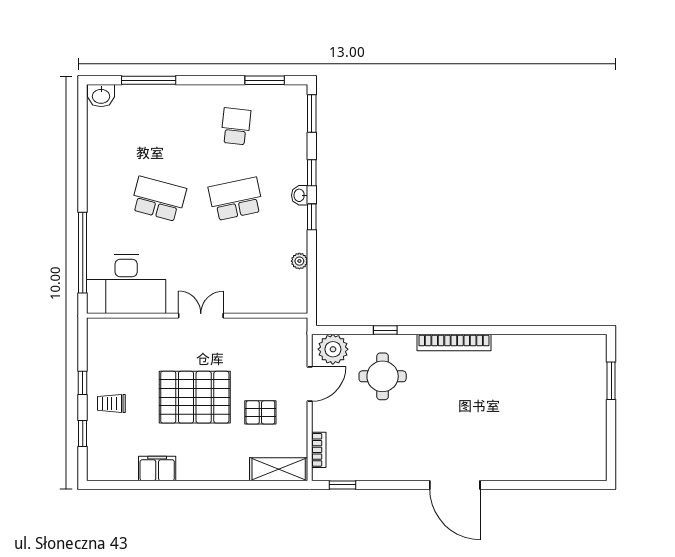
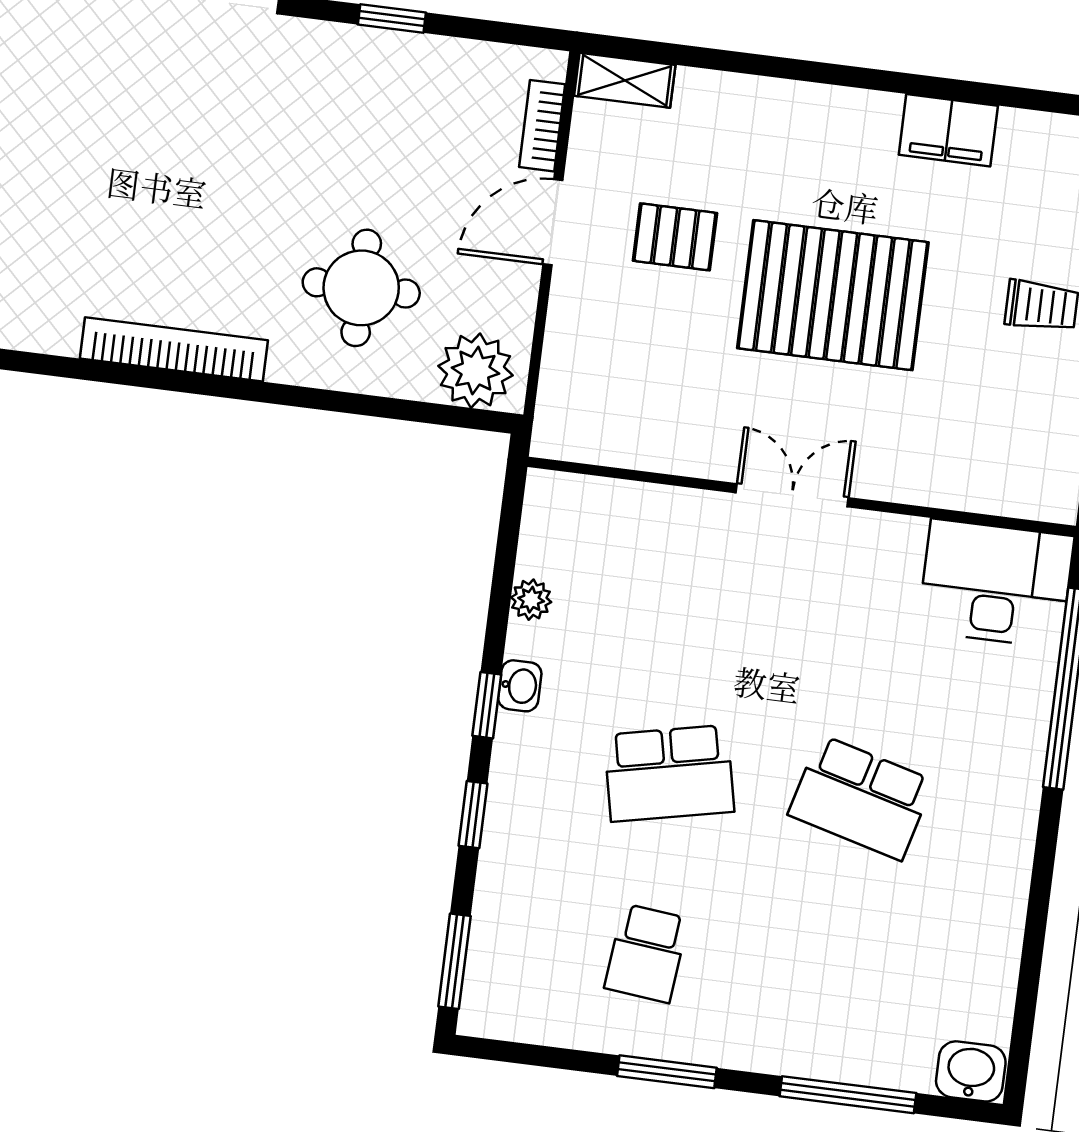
window: (265, 80) -> (667, 1072), moved
washbasin: (300, 195) -> (520, 686), moved
desk: (126, 284) -> (996, 583), width x0.73, depth x0.77
double door: (201, 316) -> (792, 495), swing flipped
window: (385, 330) -> (340, 402), removed
door: (310, 384) -> (553, 222), moved
shelving: (279, 469) -> (625, 80), width x0.67, depth x0.75
window: (343, 485) -> (392, 19), moved

